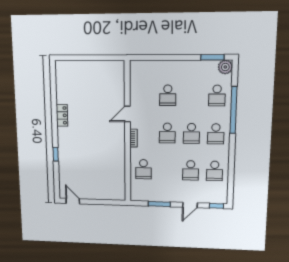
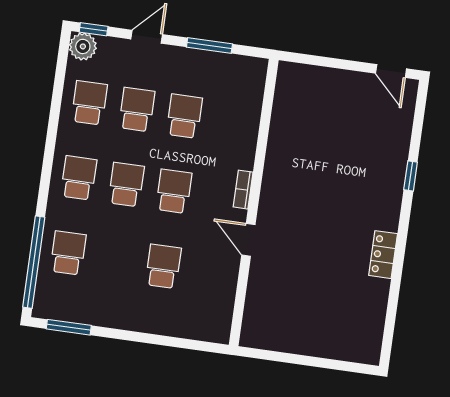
plant: (225, 67) -> (83, 46), moved
window: (233, 110) -> (34, 262), moved
door: (127, 114) -> (248, 240), swing flipped
school desk: (143, 169) -> (184, 116), moved

